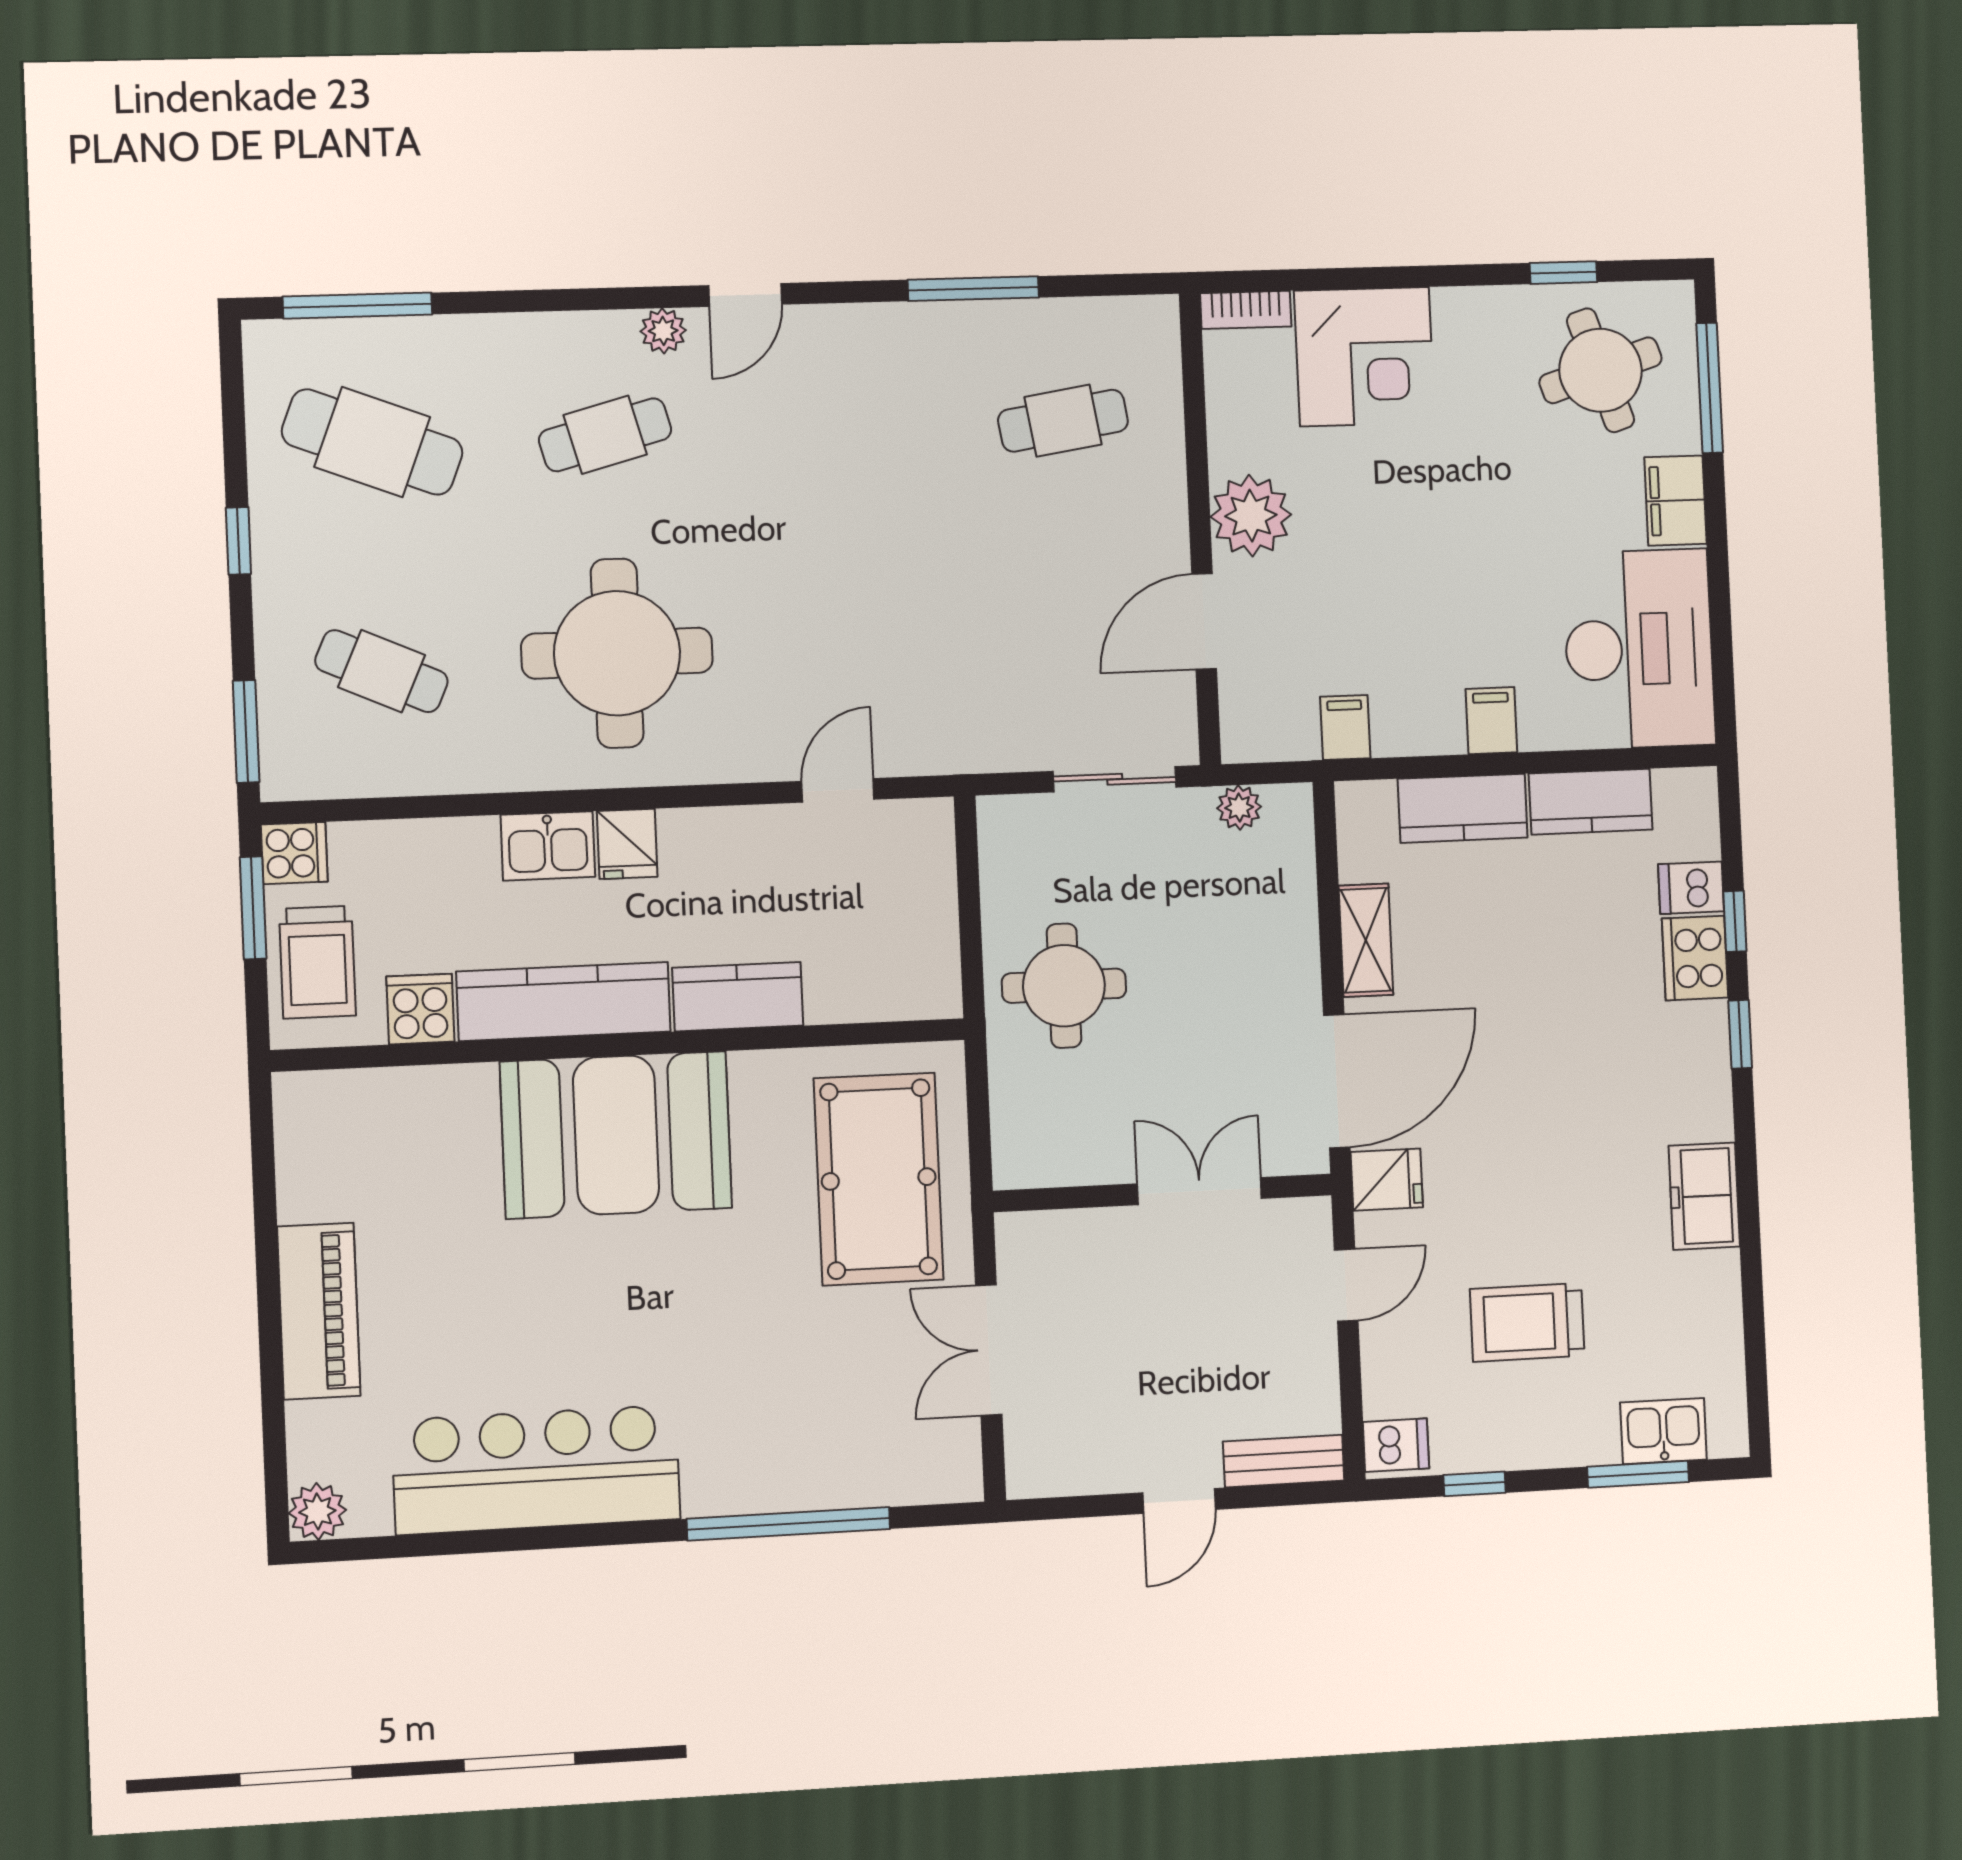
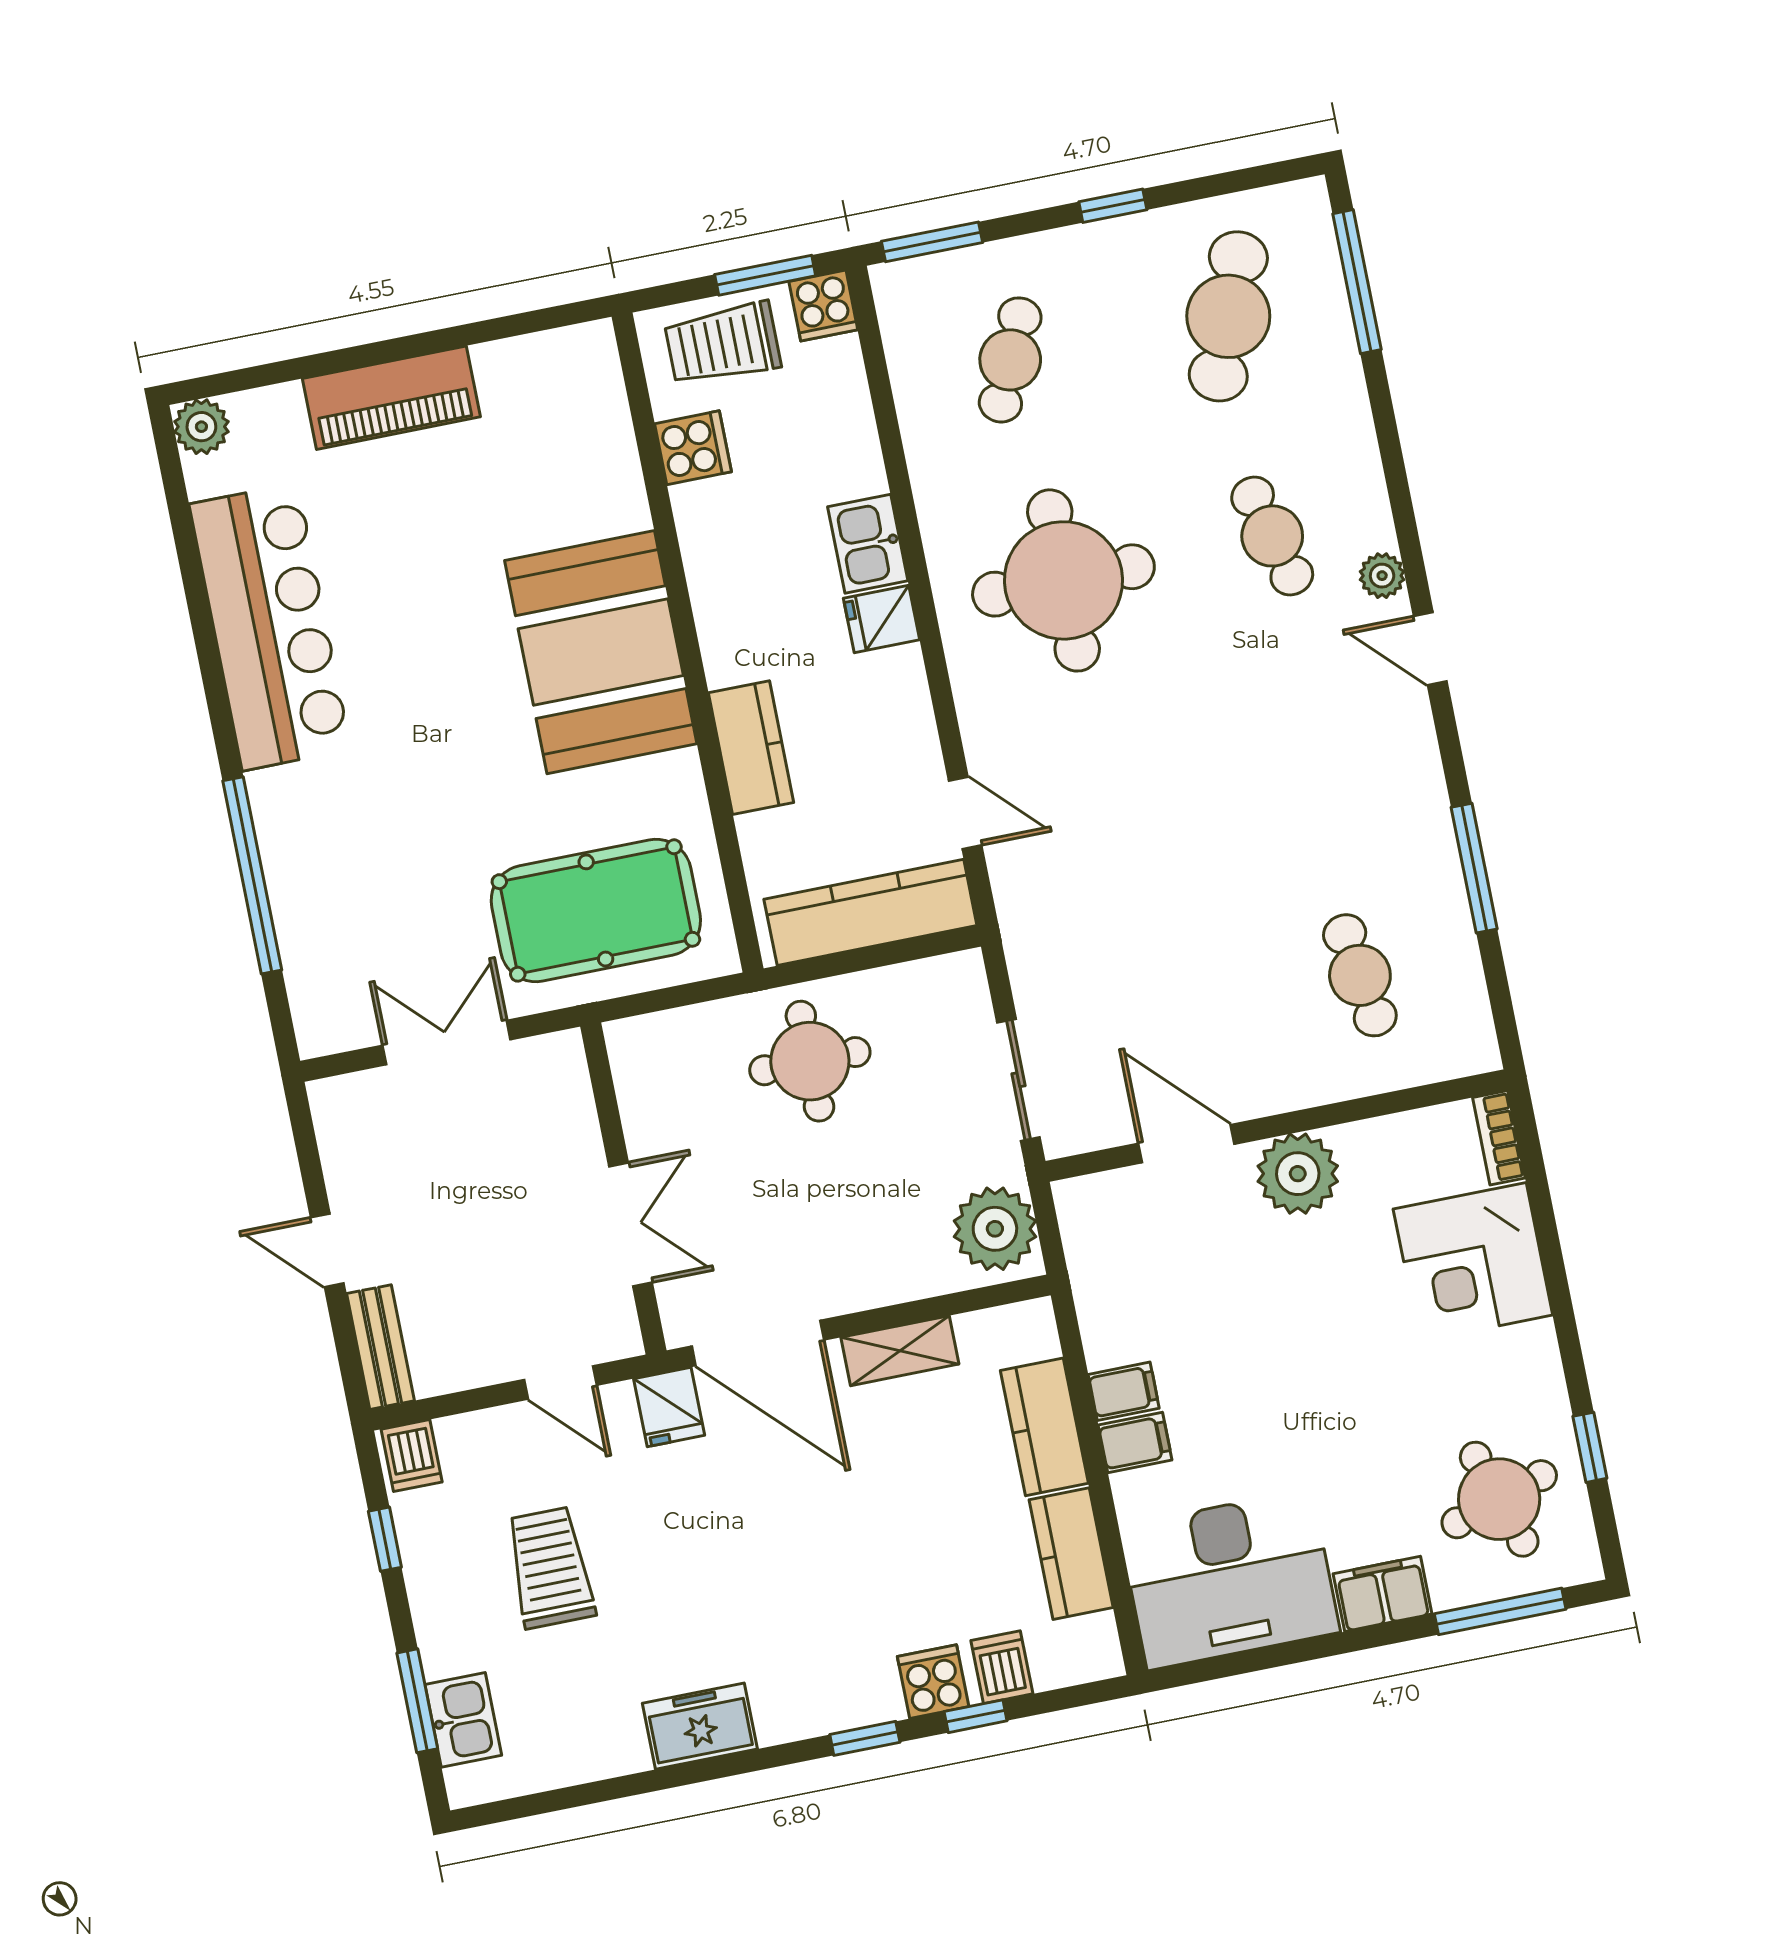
filing cabinet: (1345, 727) -> (1124, 1391), moved
plant: (1239, 807) -> (995, 1229), width x1.88, depth x1.88
cooker: (1695, 958) -> (933, 1682), width x0.73
kitchen counter: (564, 1002) -> (870, 912), moved, turned -90

